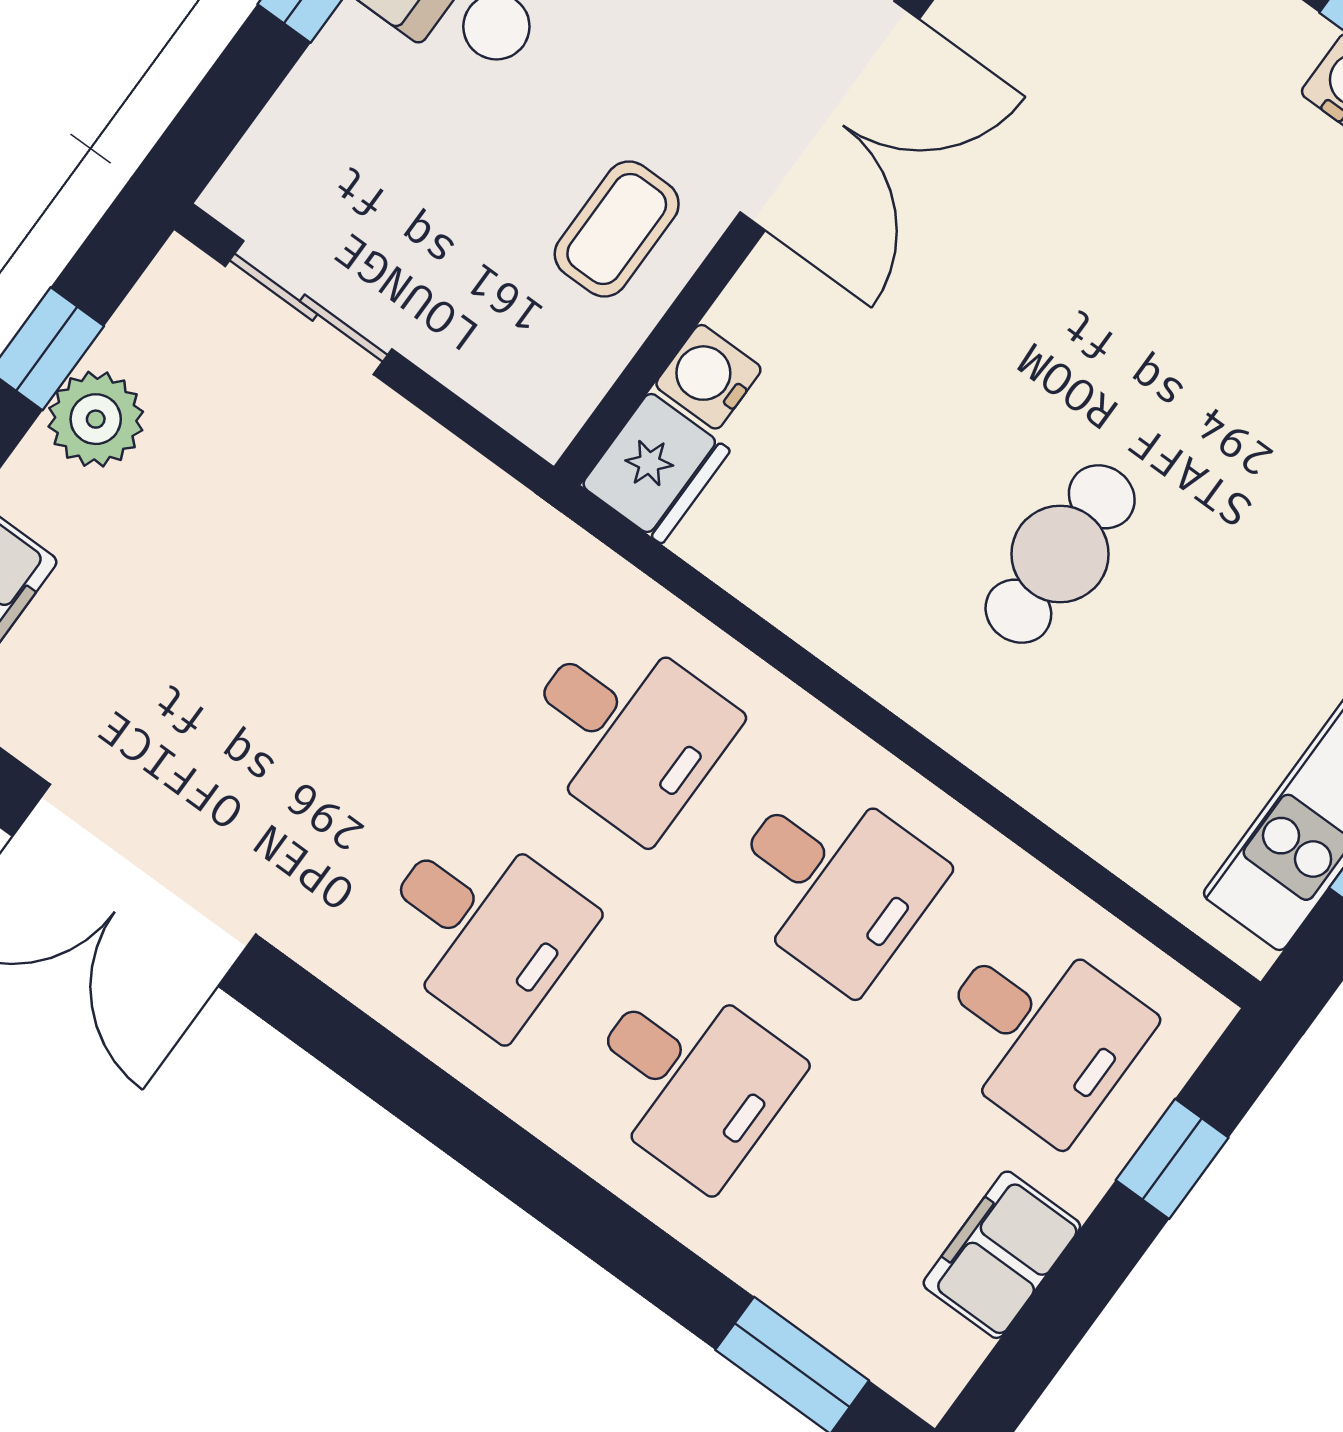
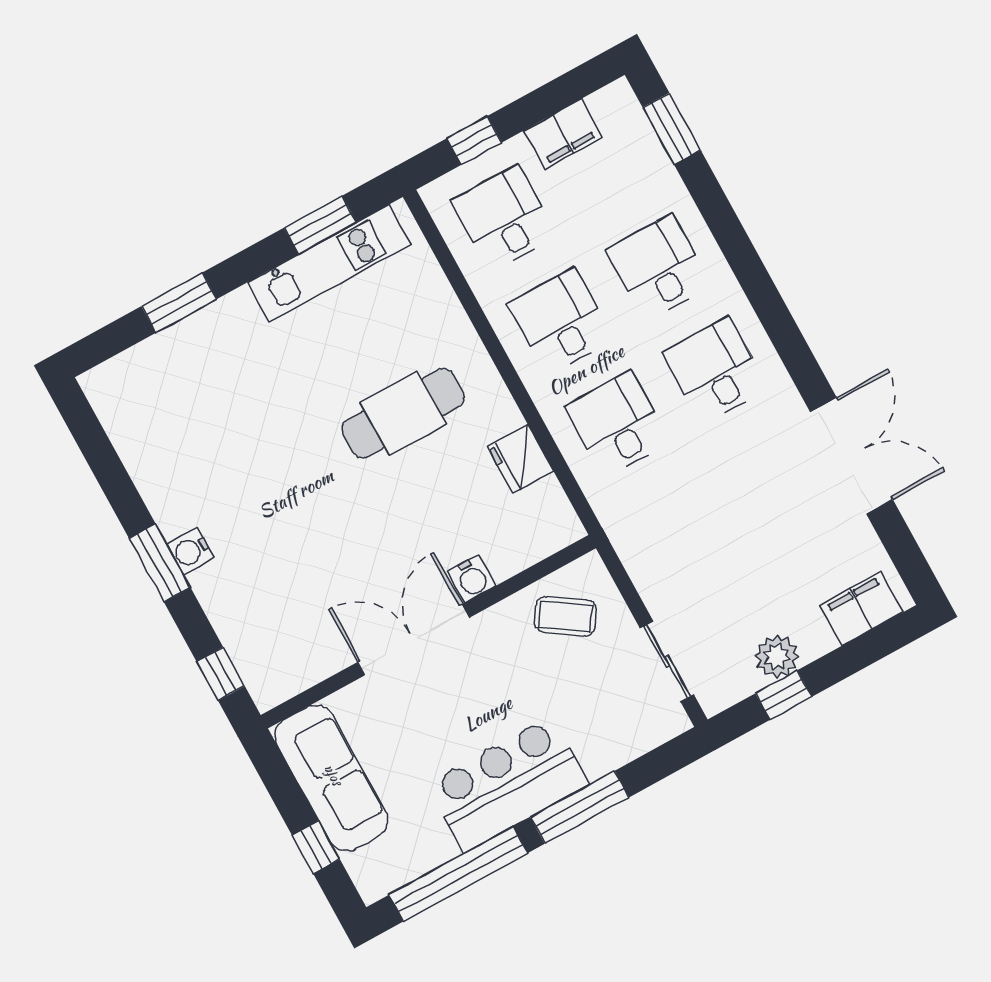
coffee table: (617, 229) -> (566, 616), moved, turned 34
water cooler: (708, 377) -> (472, 578), moved
fridge: (656, 468) -> (520, 459), moved, turned -90
cafe table: (1060, 554) -> (403, 413), width x1.37, depth x1.35

